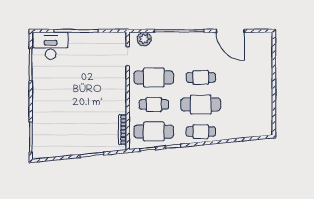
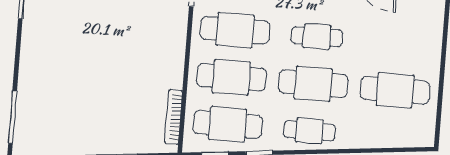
cafe table: (154, 105) -> (231, 77), width x1.37, depth x1.35
cafe table: (248, 105) -> (395, 90), added

